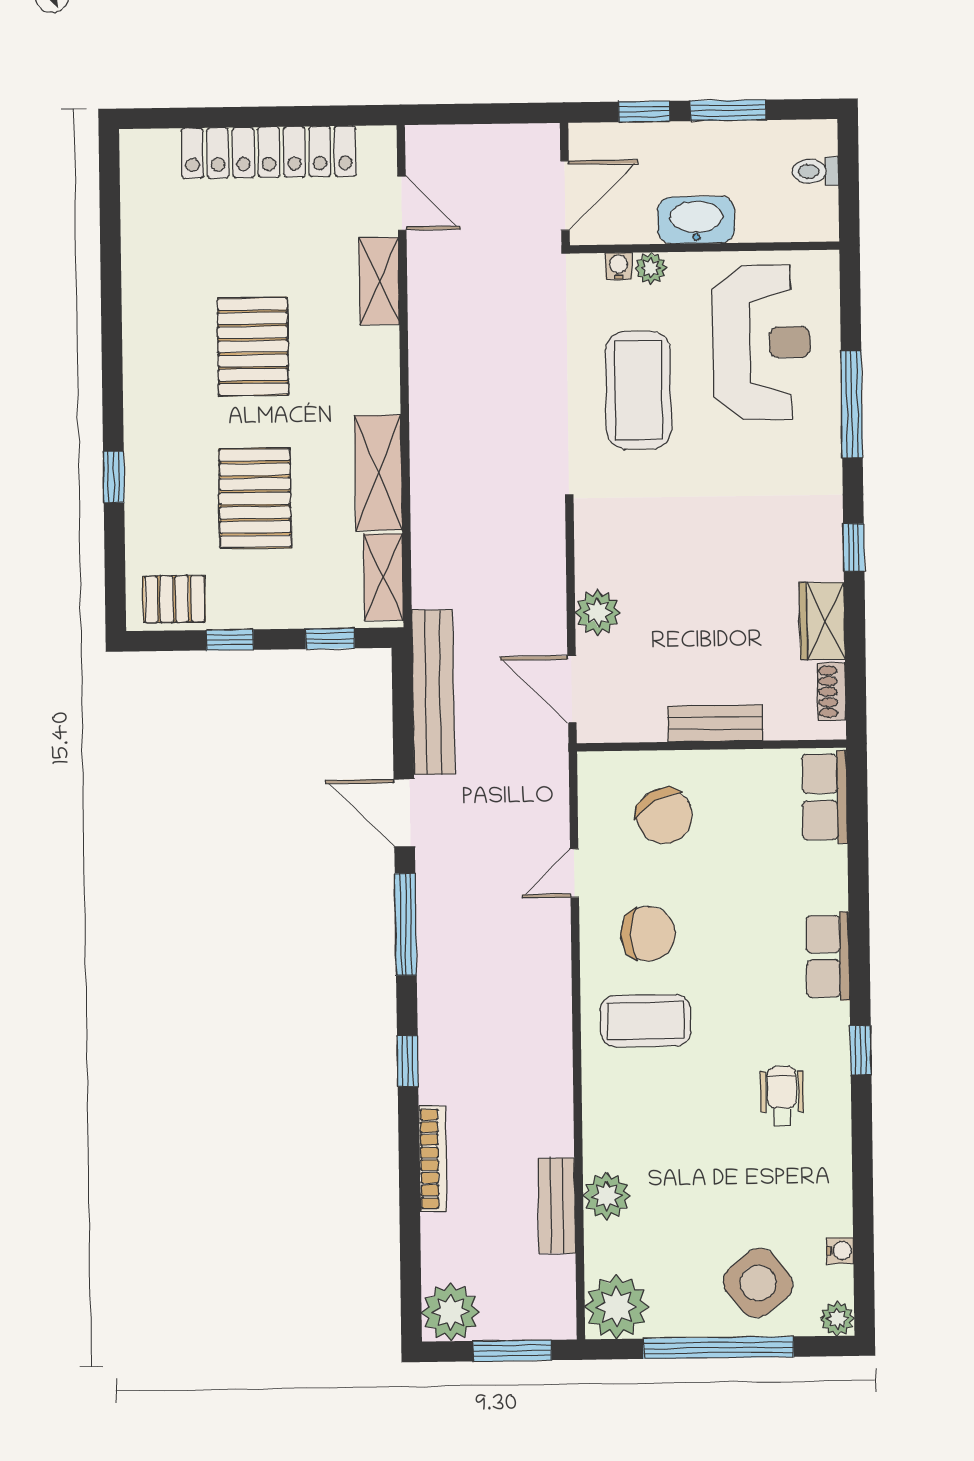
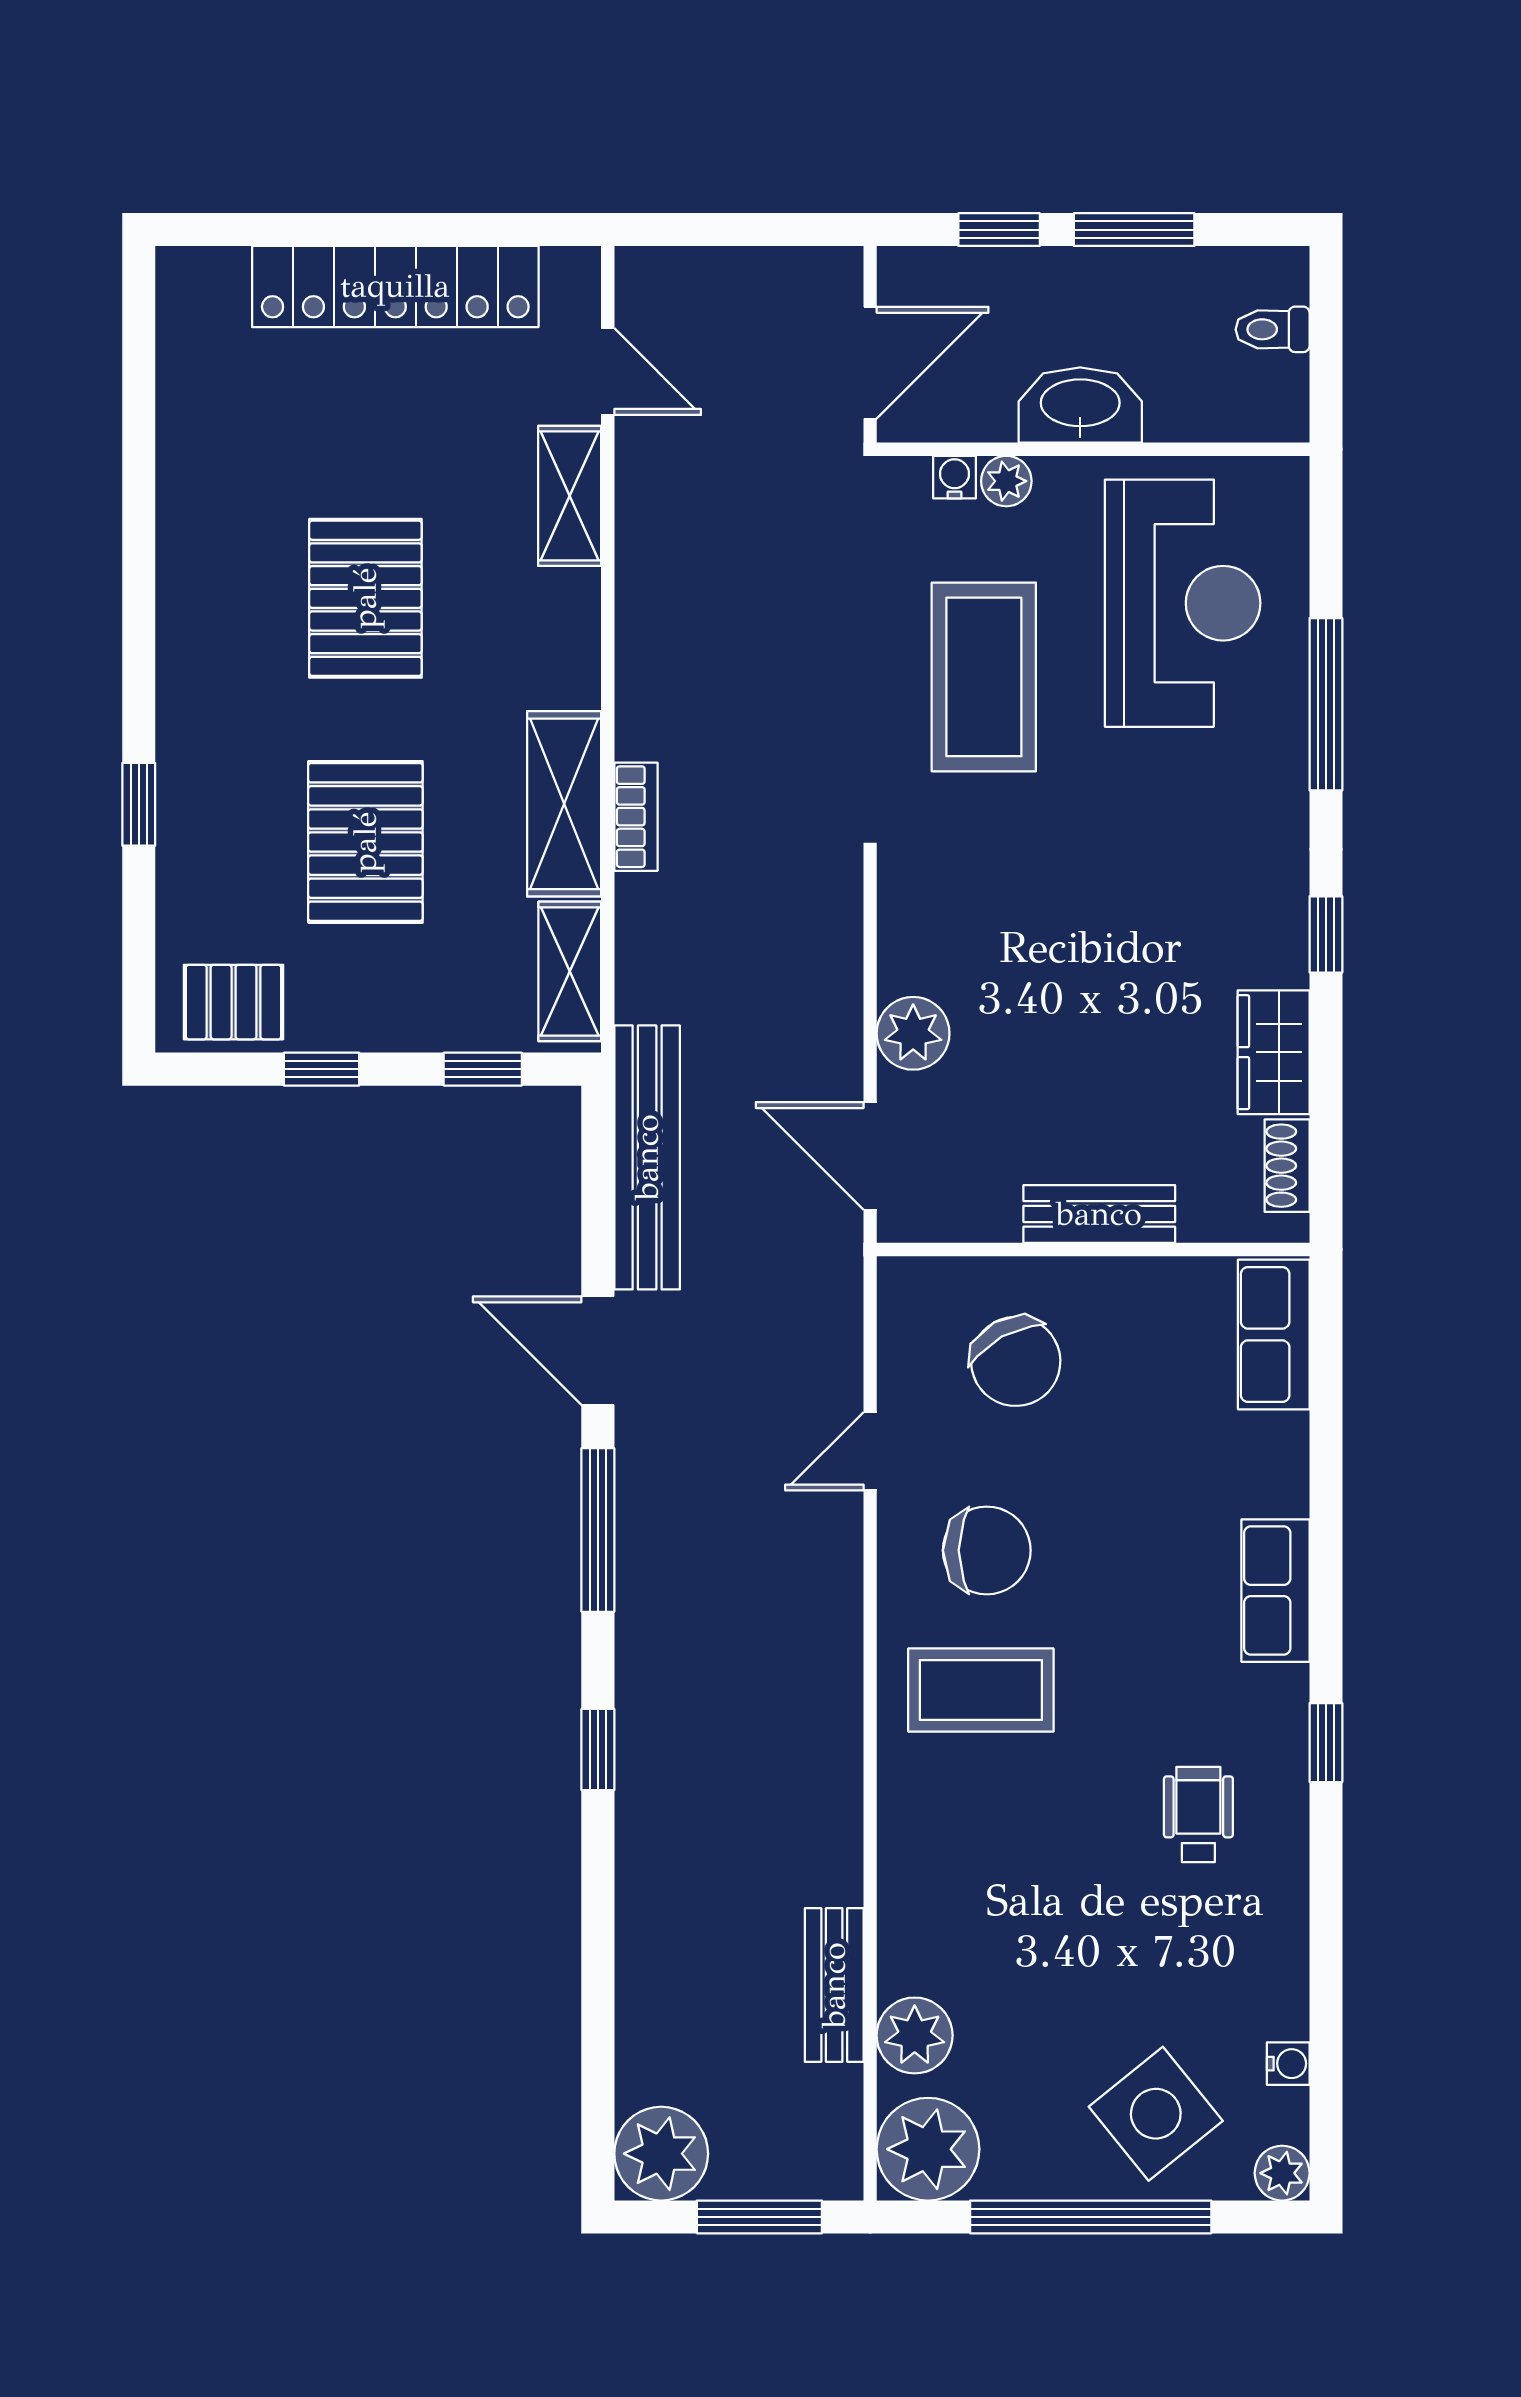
bookcase: (433, 1159) -> (636, 817), moved, width x0.64
plant: (607, 1196) -> (915, 2035), moved

